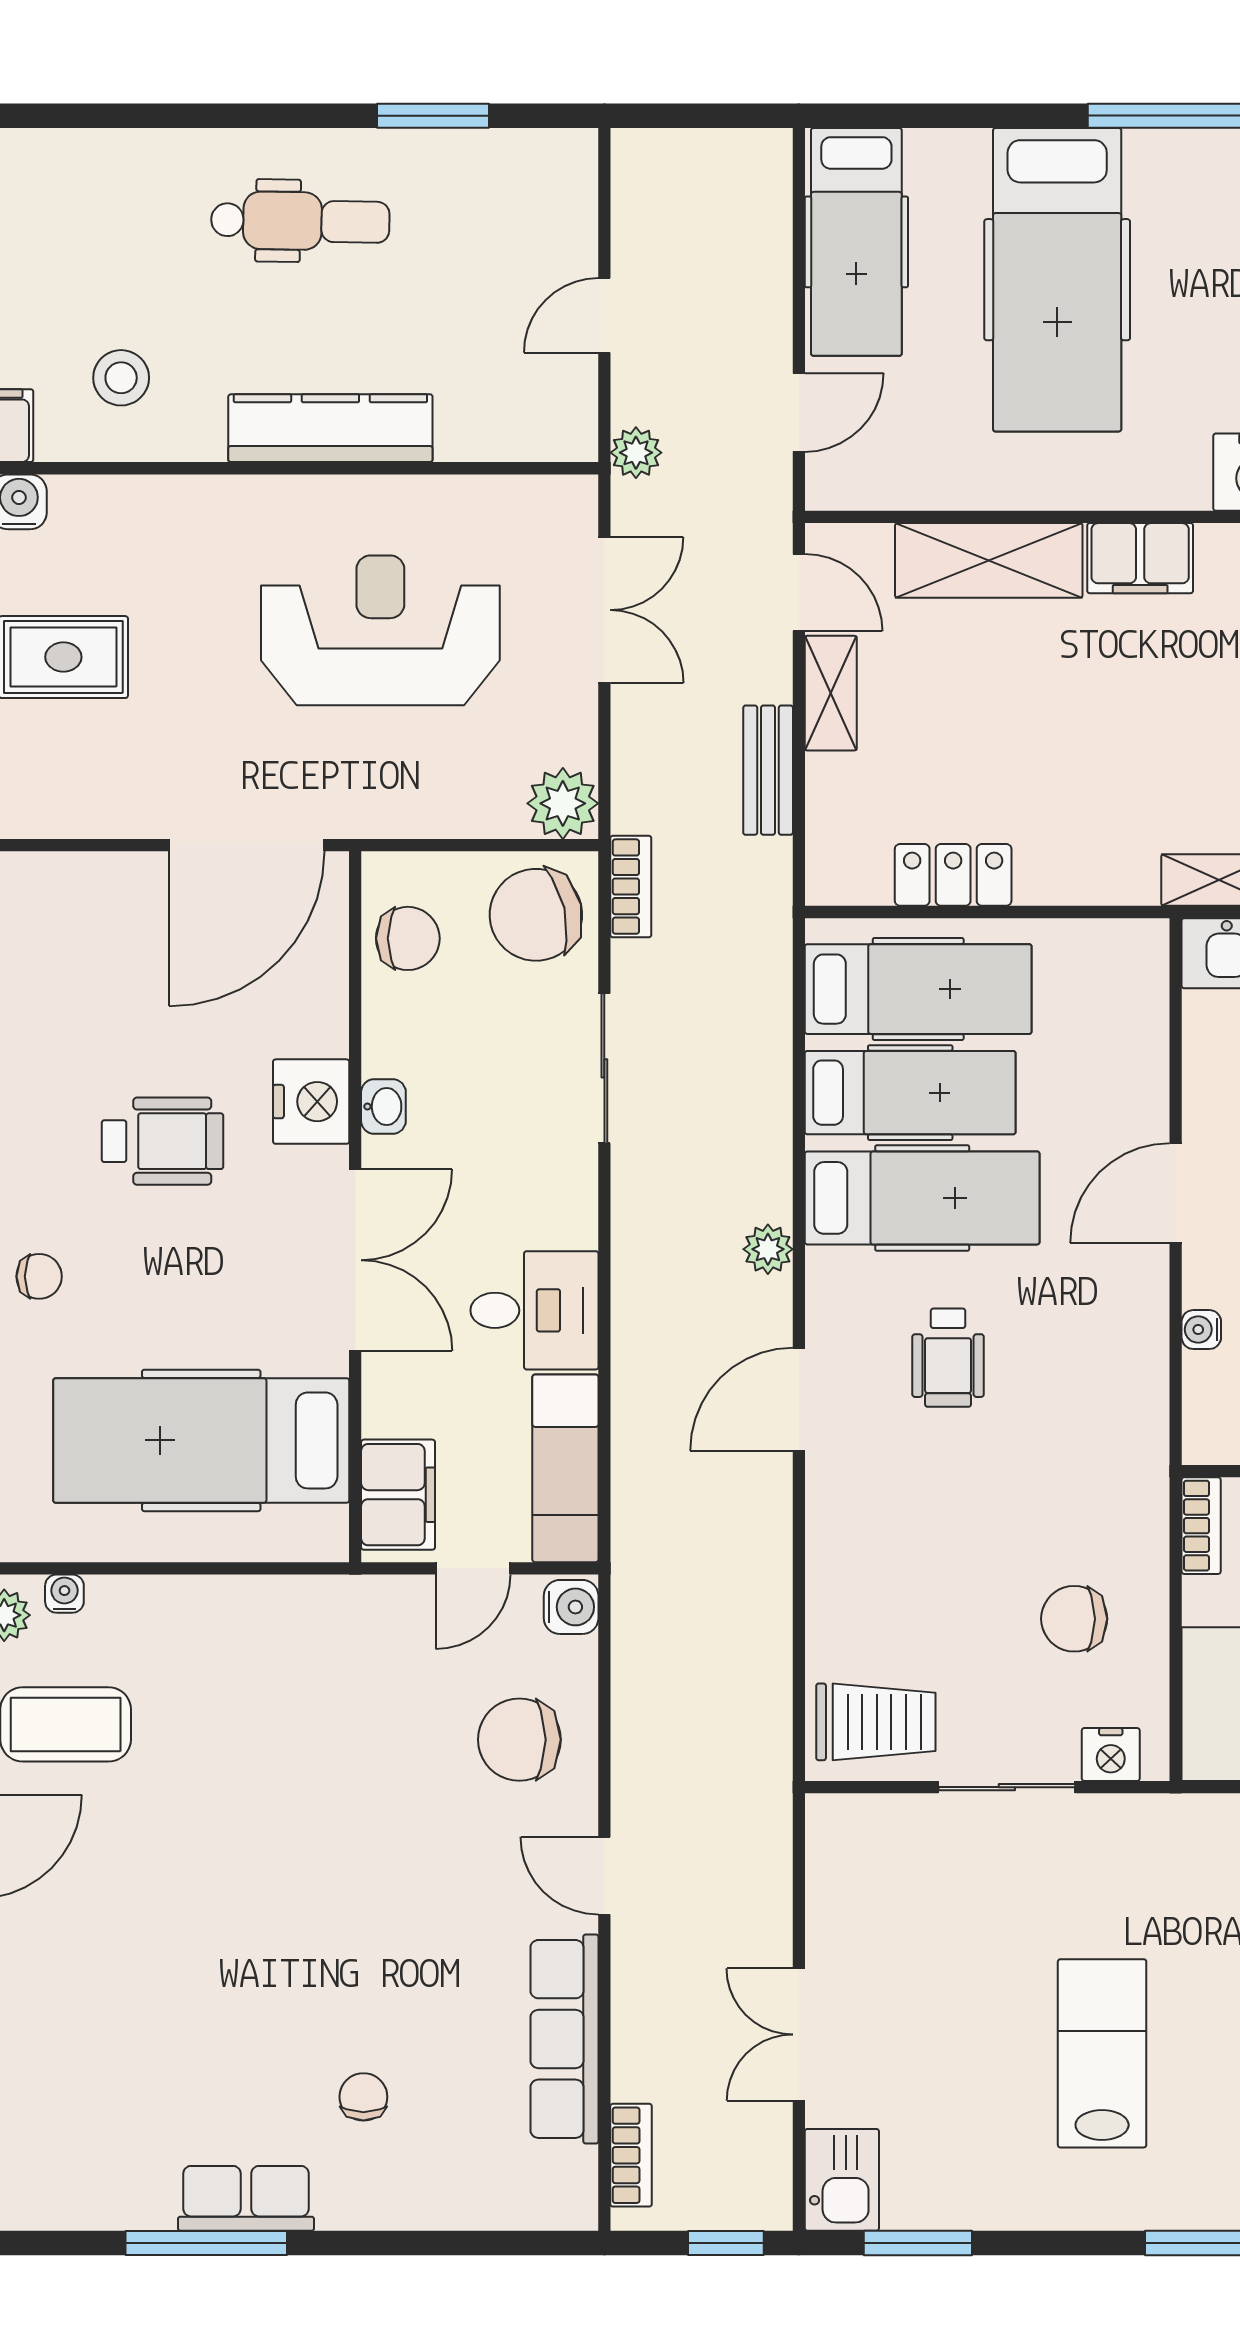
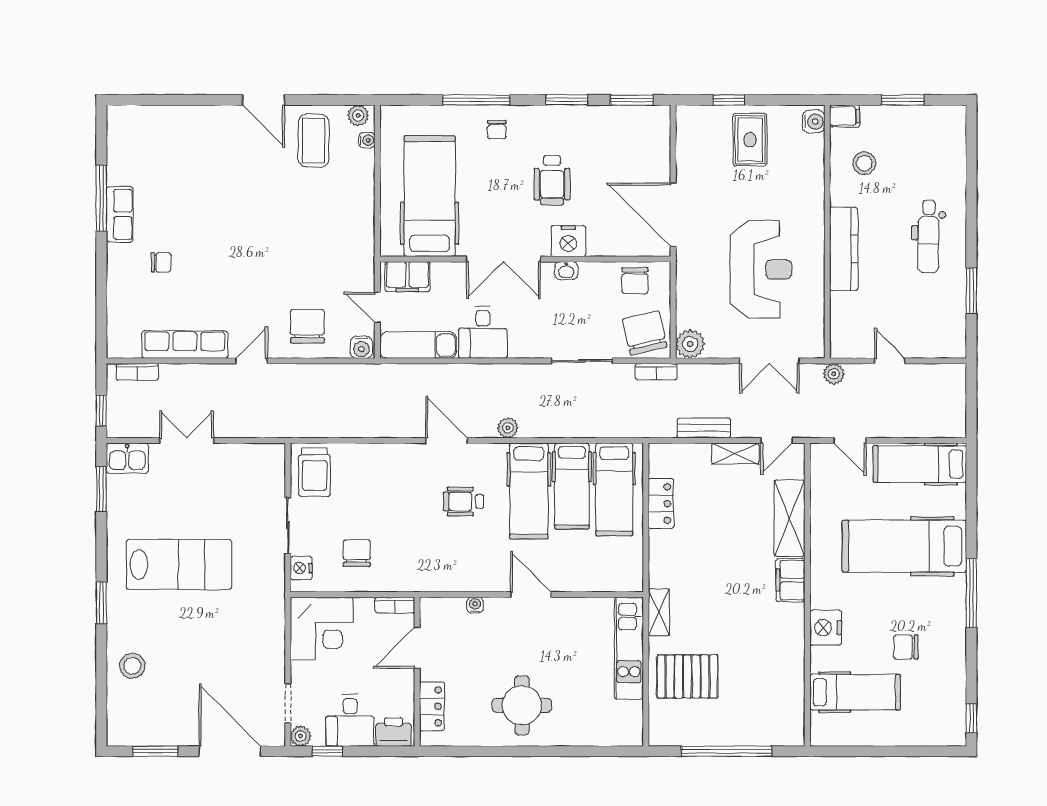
lab bench: (1102, 2053) -> (179, 565), width x1.36, depth x1.39

